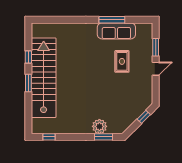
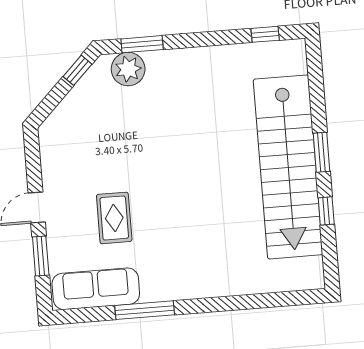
sofa: (116, 31) -> (96, 289), moved
window: (144, 117) -> (77, 70), moved
plant: (99, 126) -> (128, 69), moved

